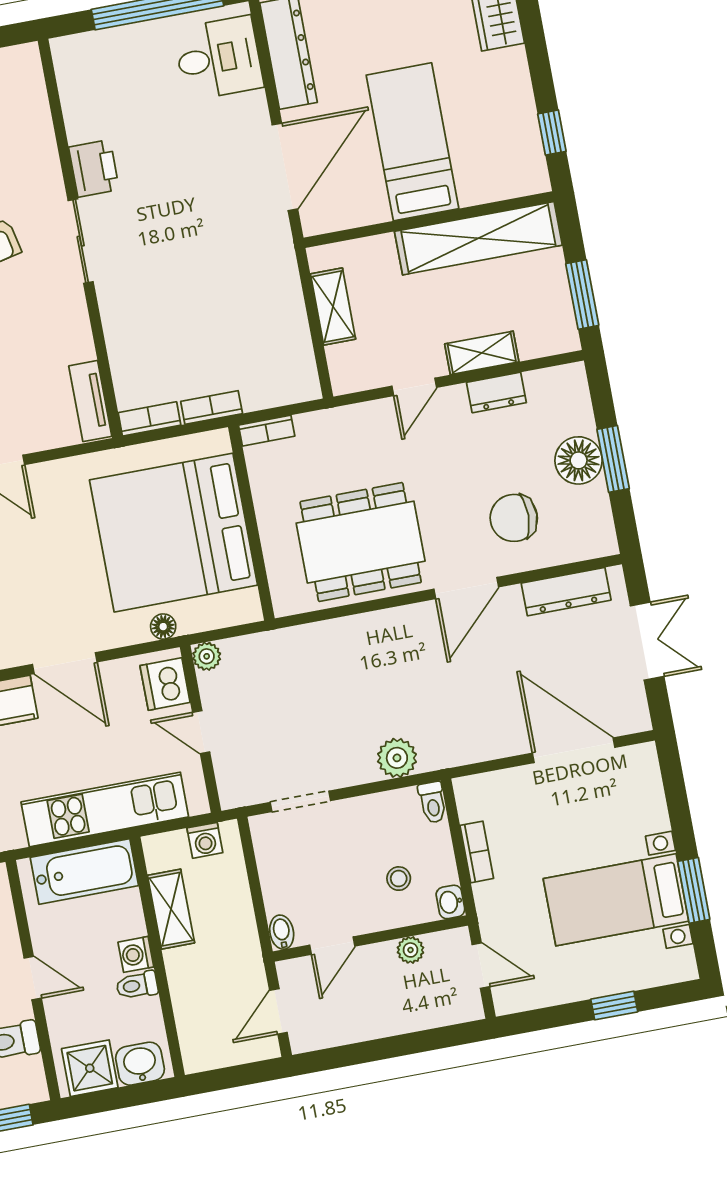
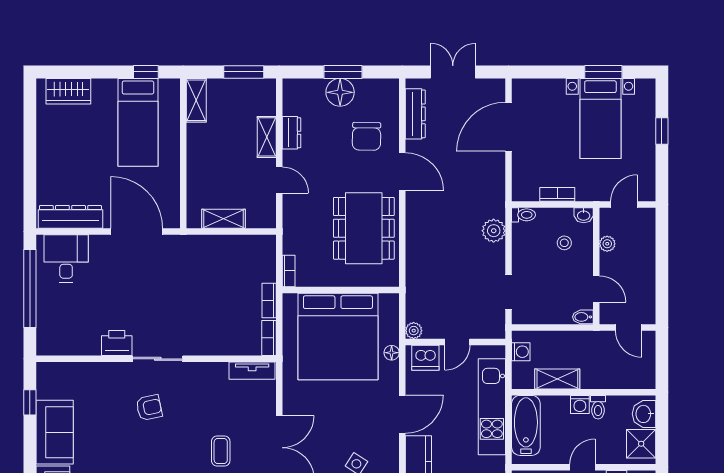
bed: (412, 142) -> (138, 122), moved, turned -90
shelving: (478, 238) -> (196, 100), width x0.45, depth x0.75

